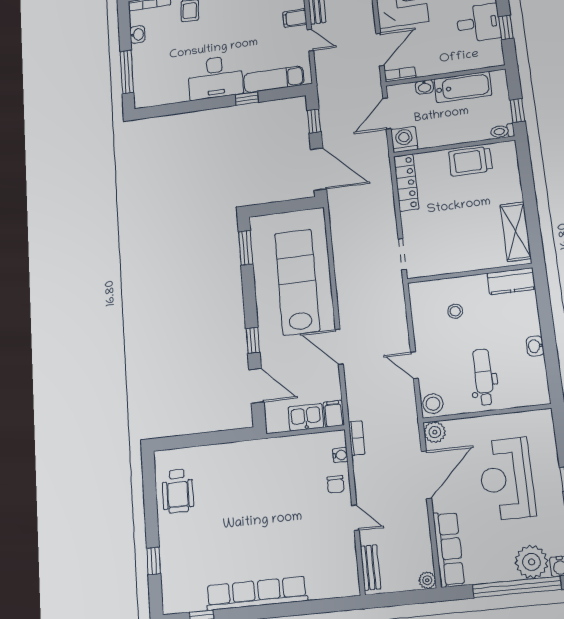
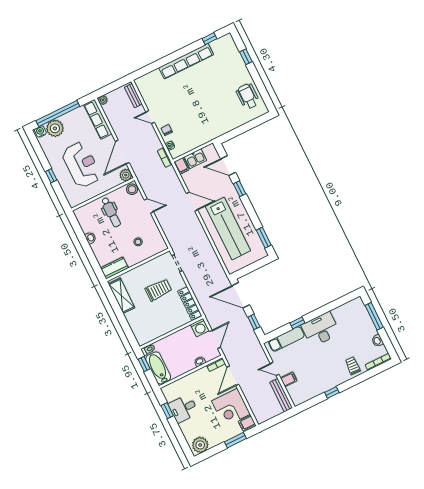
bathtub: (463, 87) -> (158, 368), moved, turned 90
trolley: (470, 161) -> (158, 290), moved

